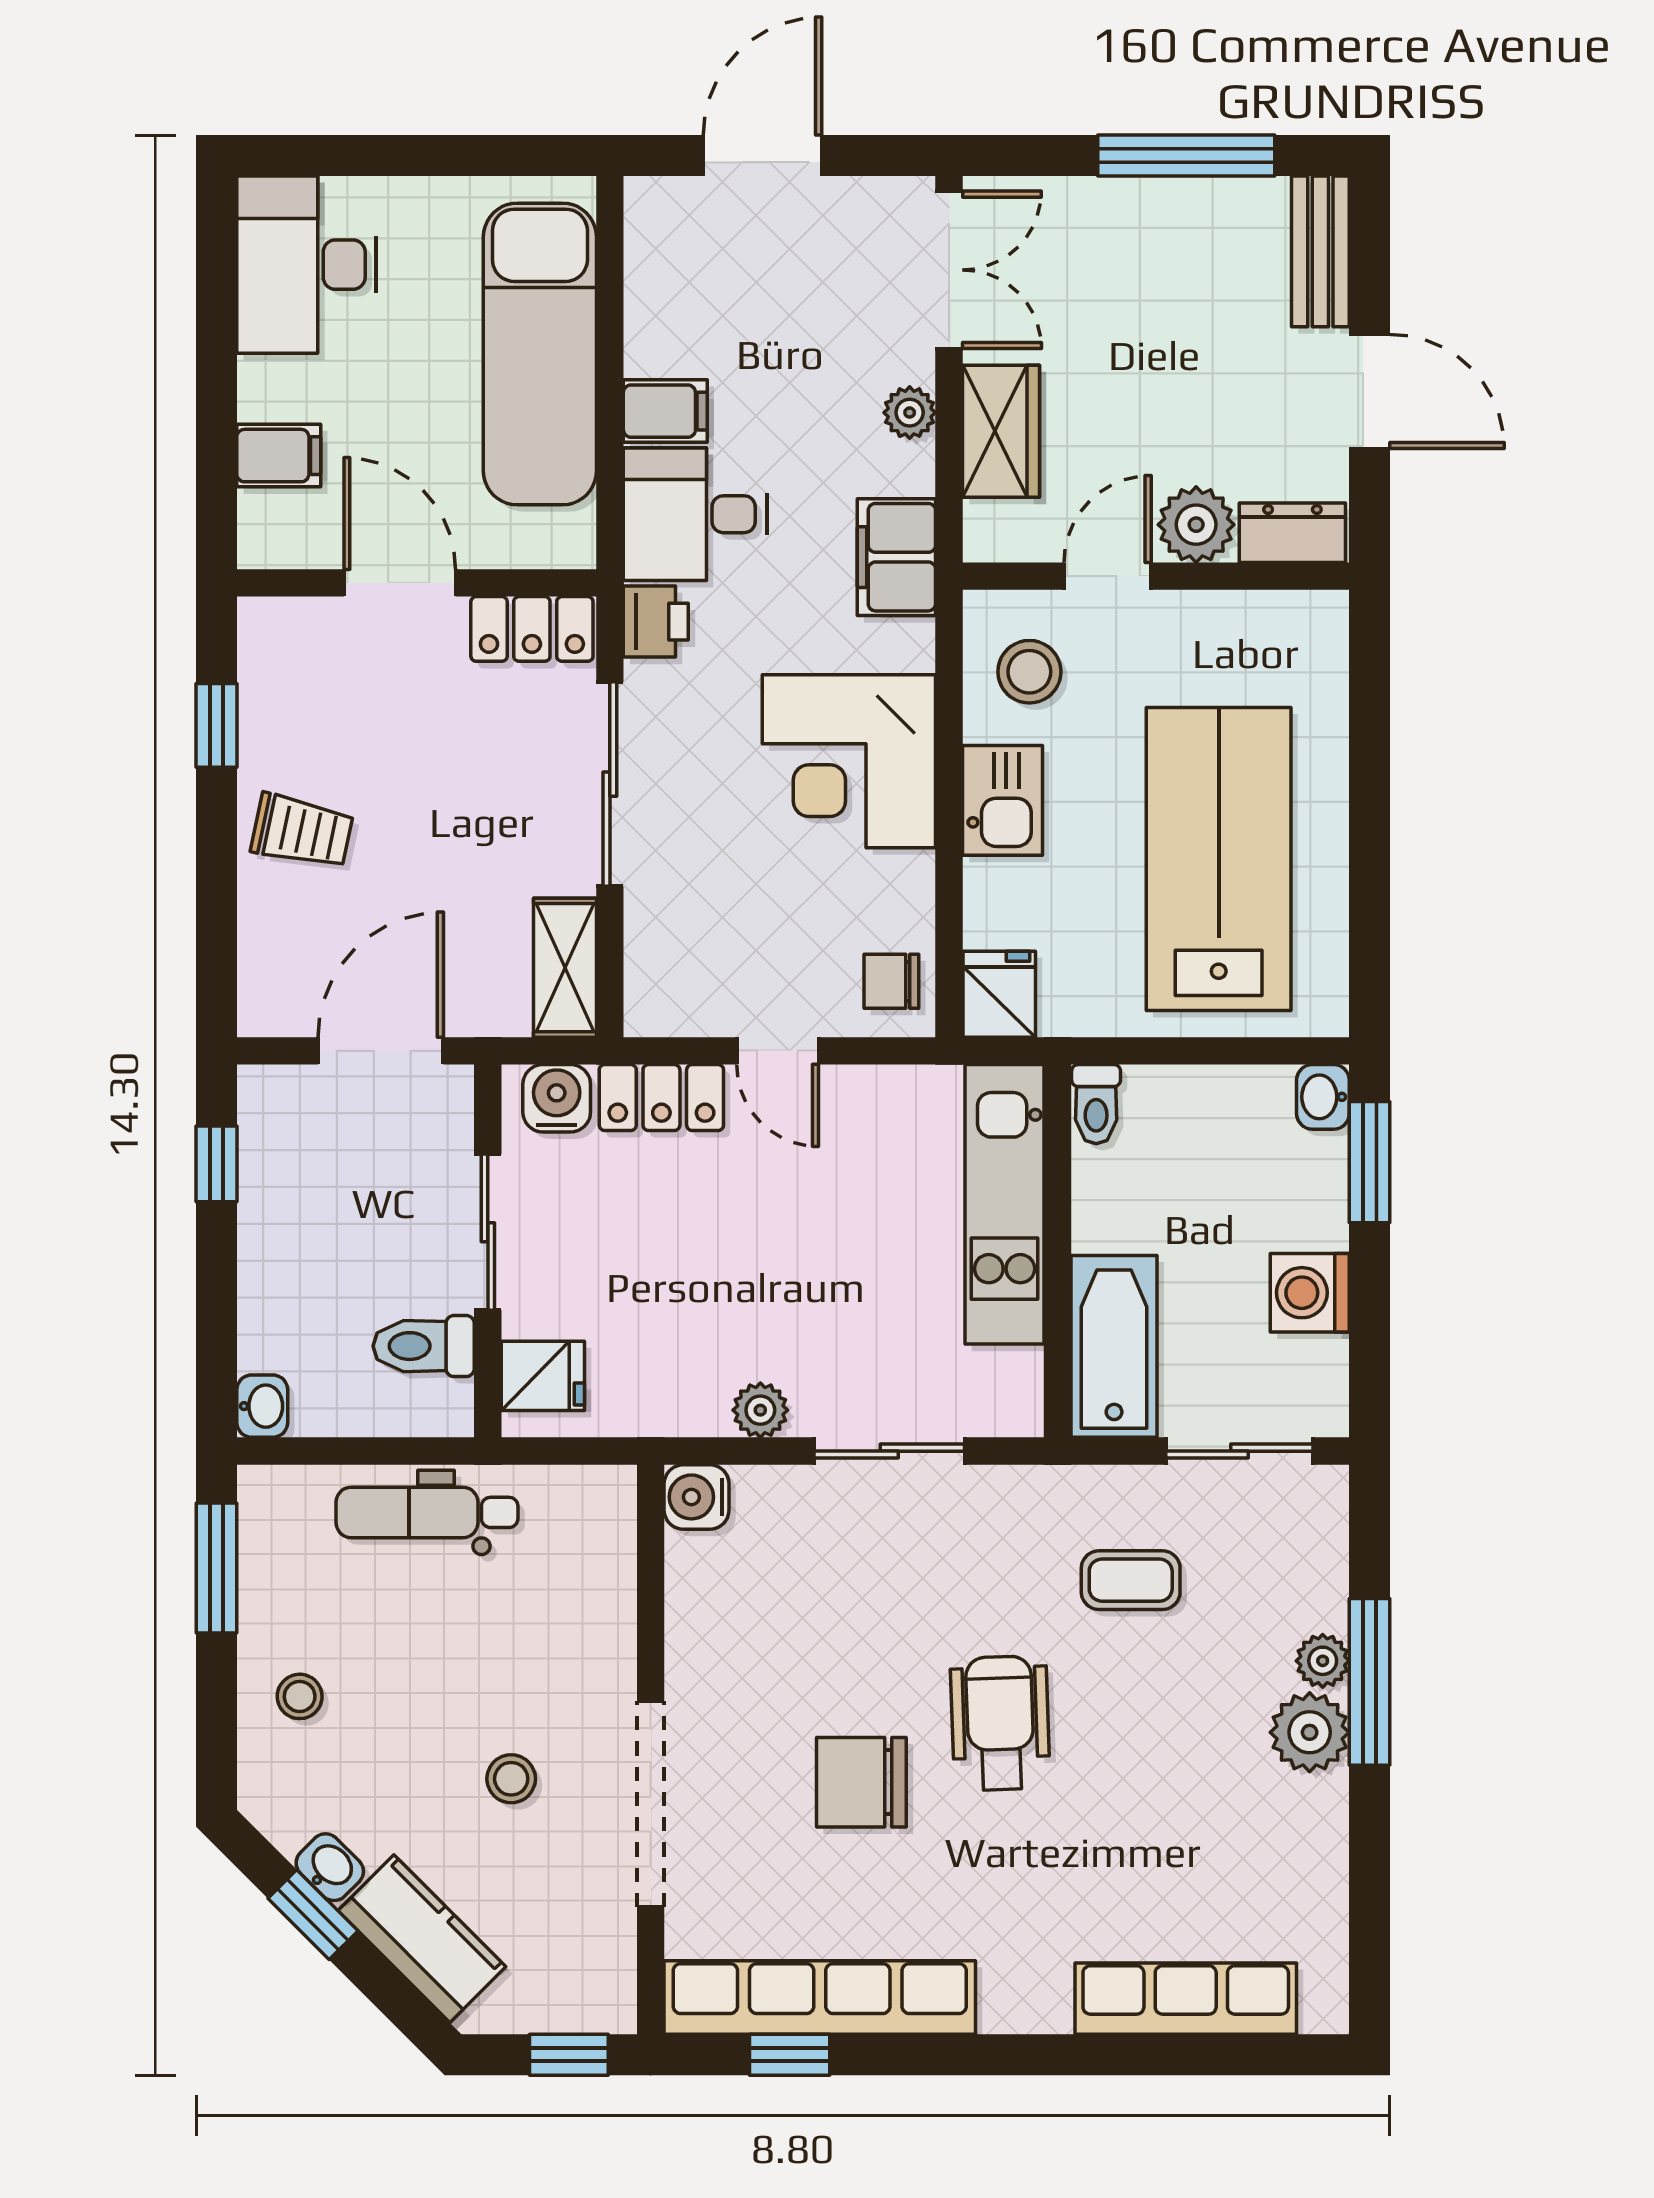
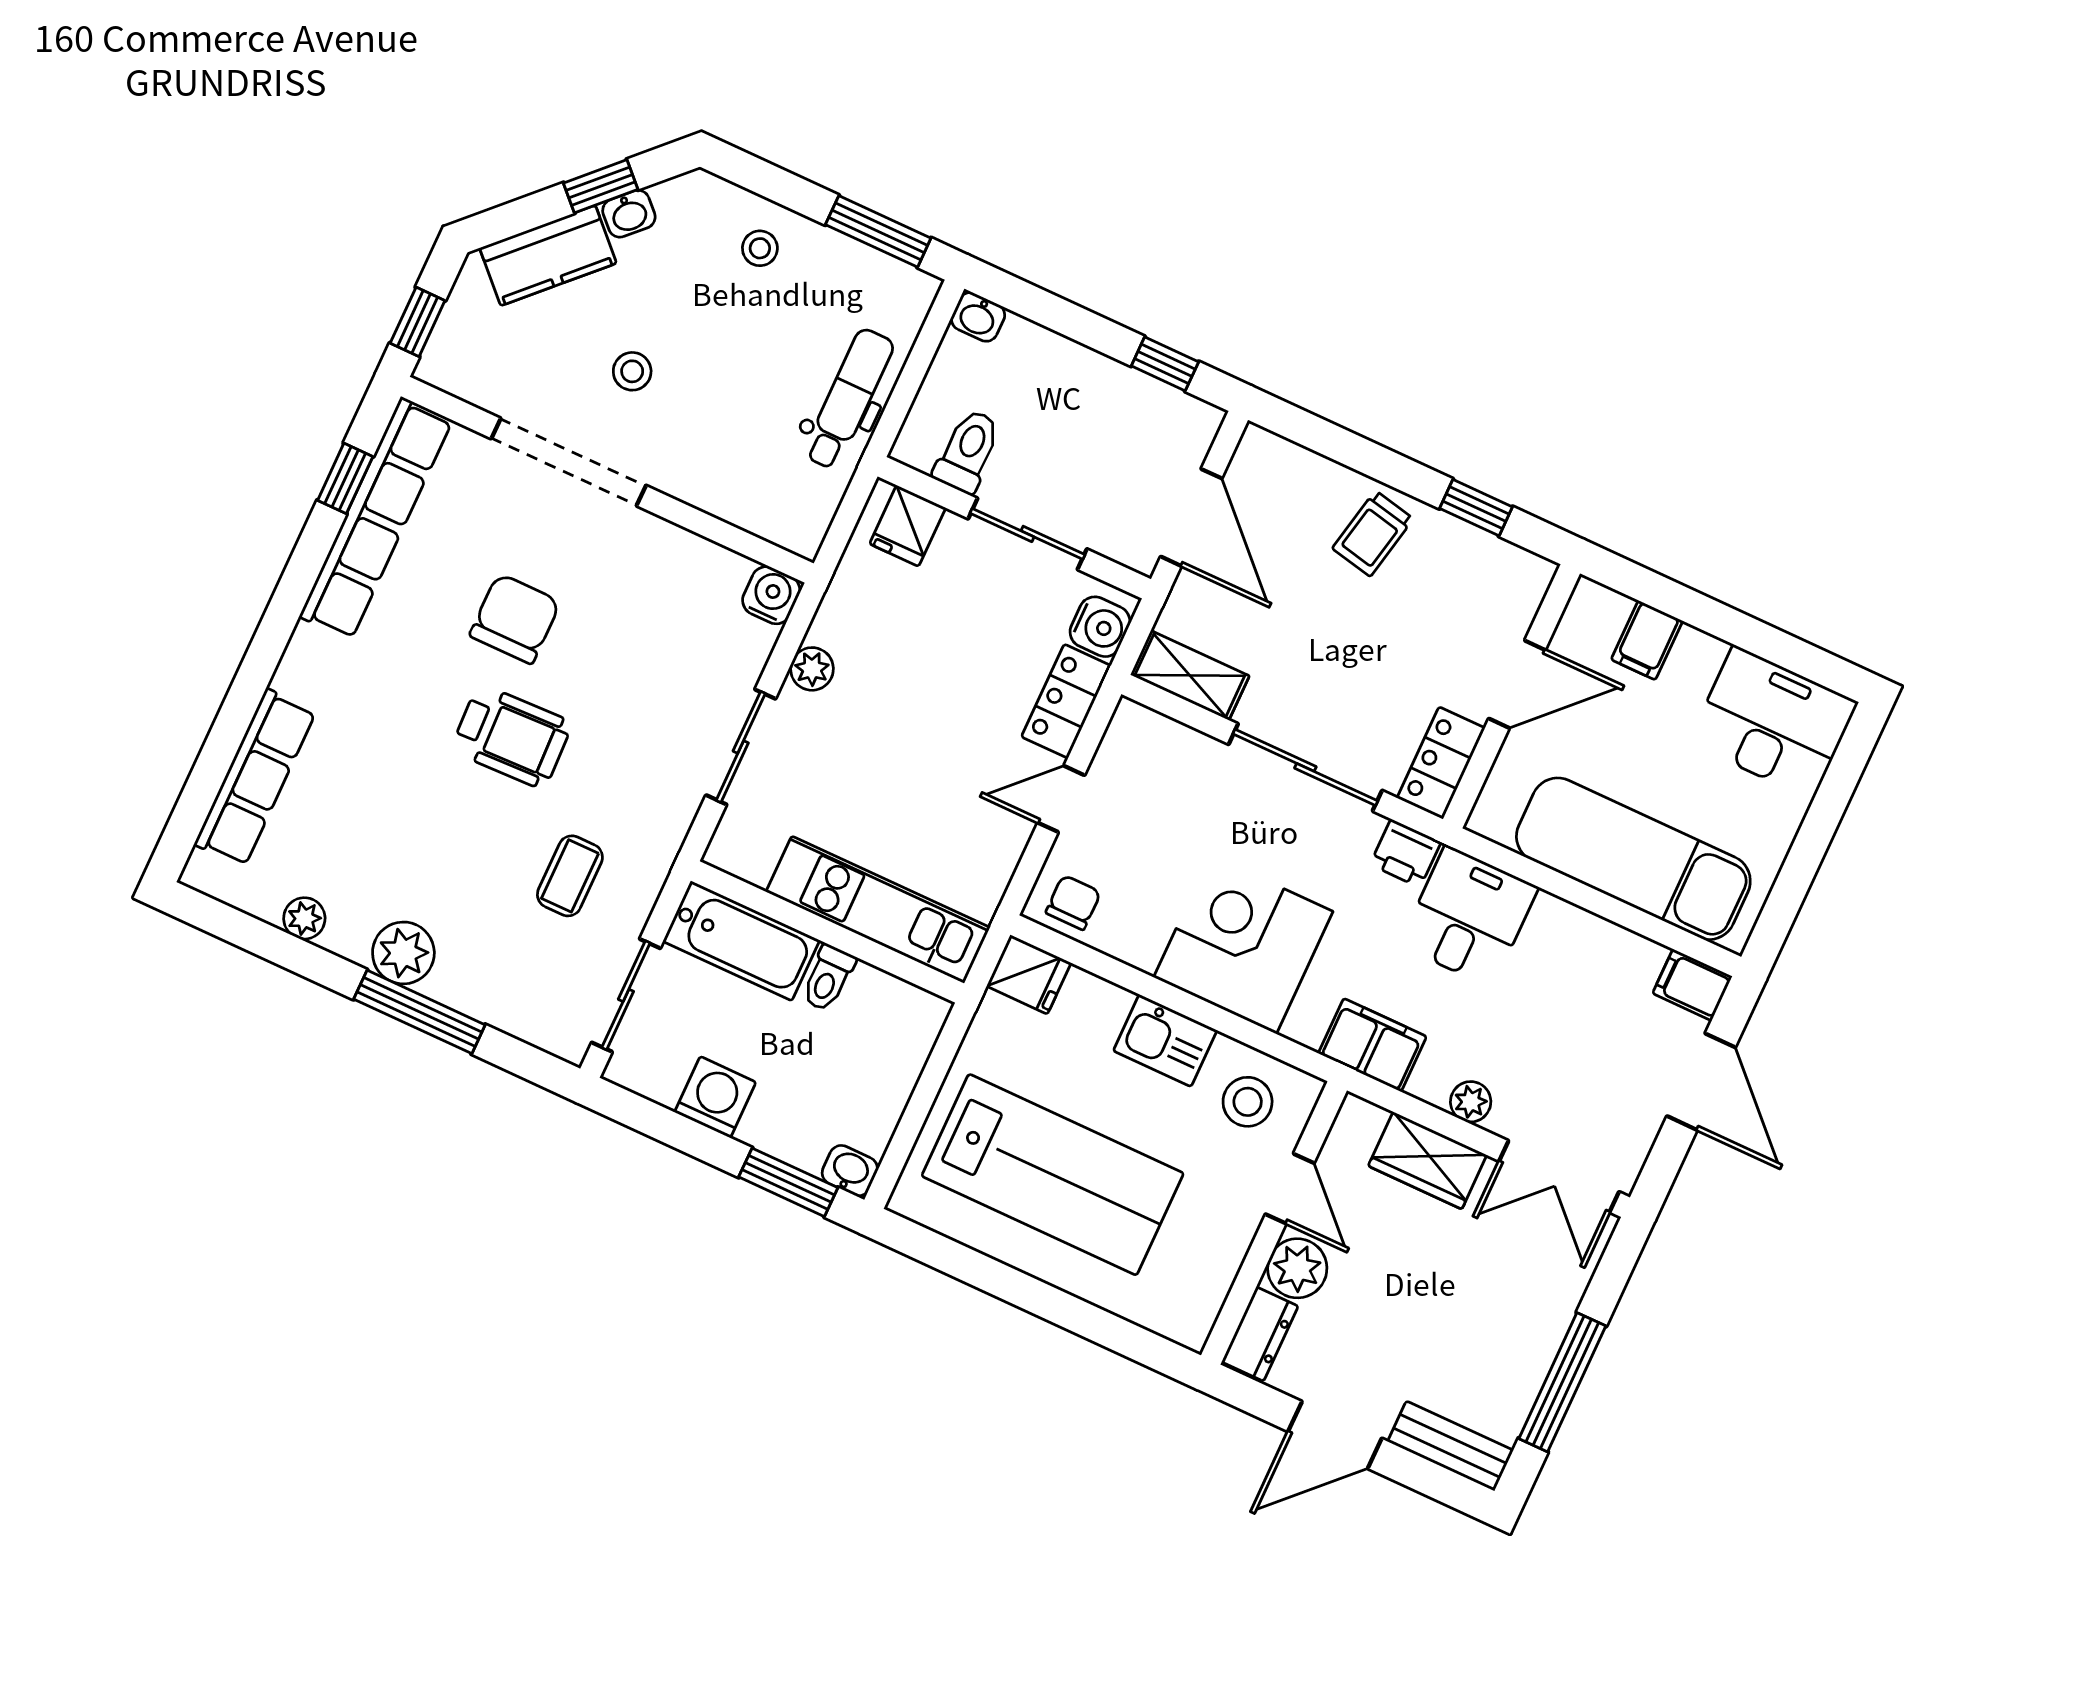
filing cabinet: (665, 411) -> (1692, 985), moved, turned 90
toilet: (1096, 1104) -> (828, 978), moved, turned -90
plant: (1323, 1661) -> (304, 918), moved

